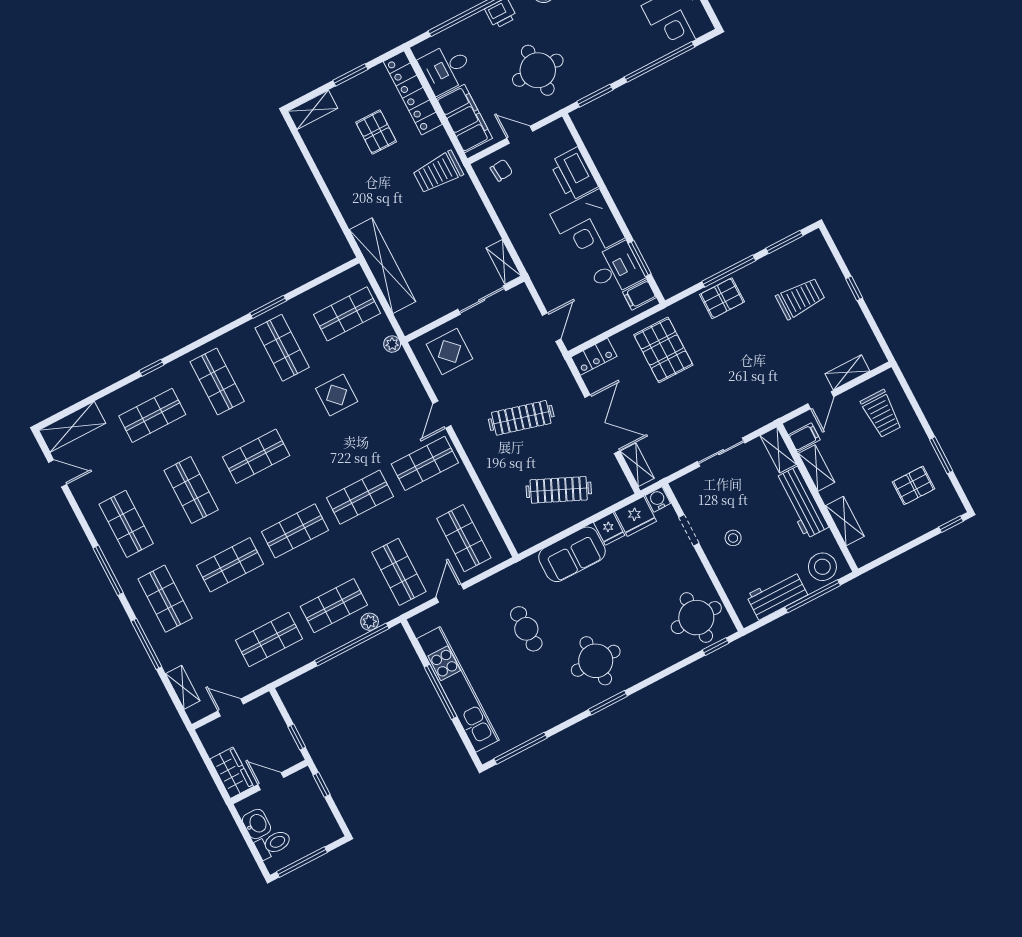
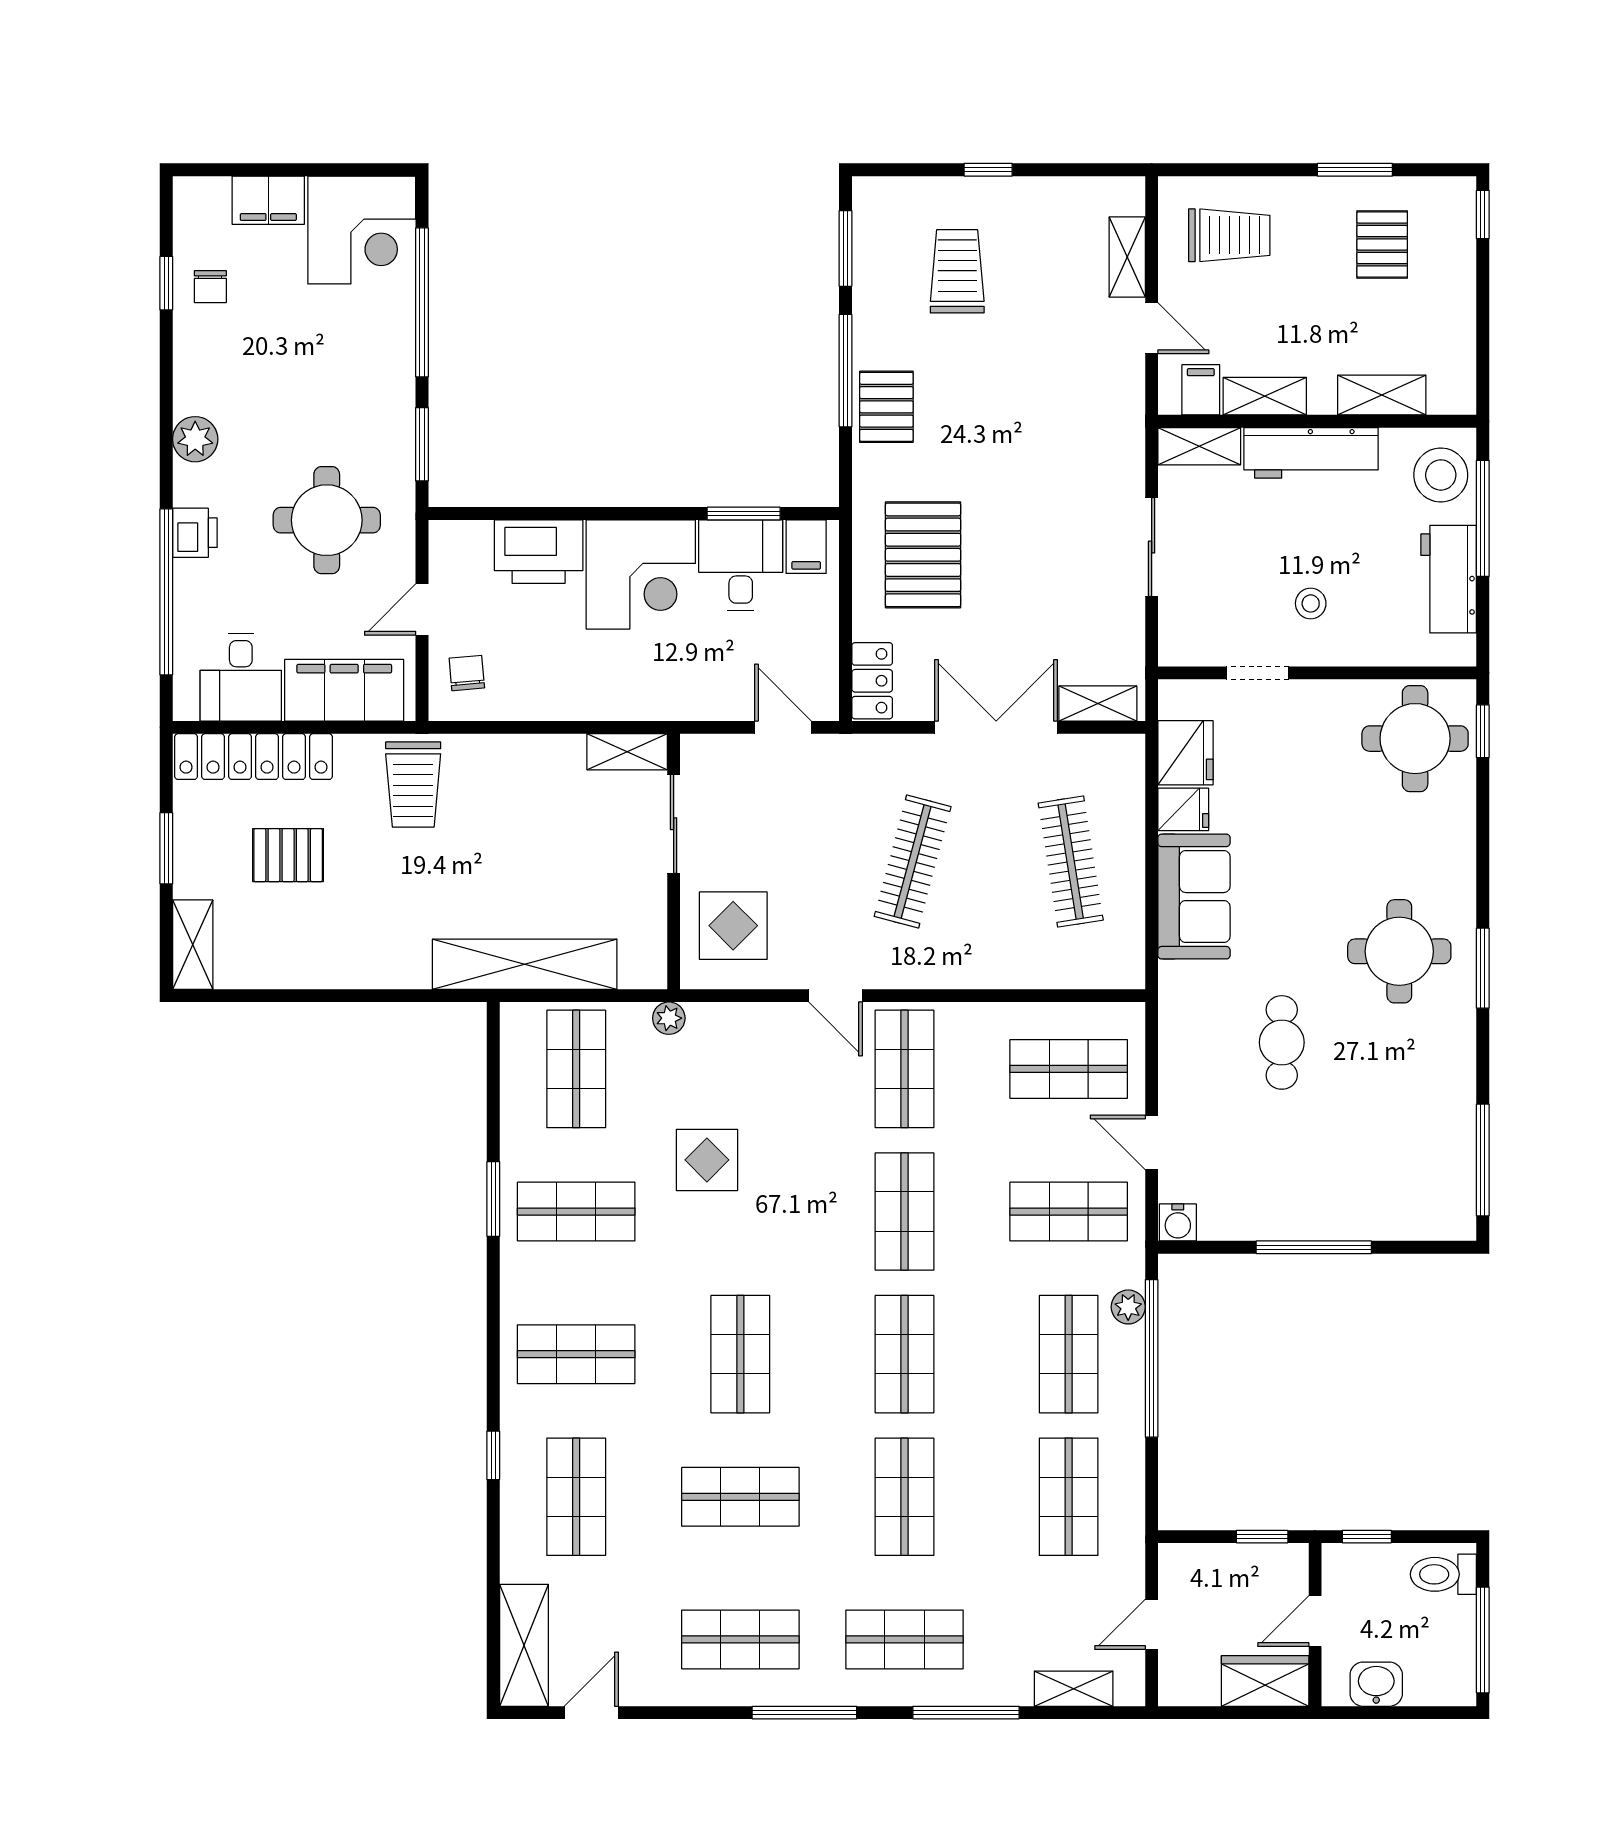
pallet: (663, 350) -> (923, 555), turned 90
clothes rail: (559, 490) -> (1071, 862), turned -33
water cooler: (658, 499) -> (1178, 1222), moved, turned -90
cafe table: (526, 629) -> (1282, 1042), turned 90
kitchen unit: (458, 689) -> (1325, 1215), removed
toilet: (273, 844) -> (1443, 1574), moved, turned -90

